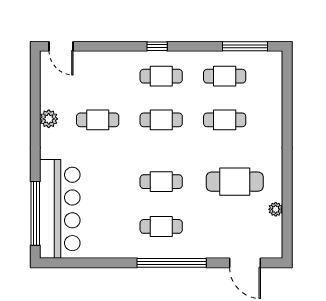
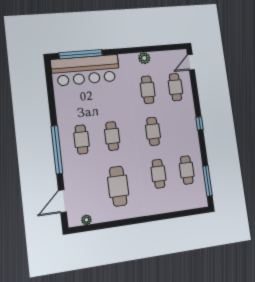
cafe table: (161, 76) -> (175, 87), moved
plant: (276, 209) -> (86, 220), moved

